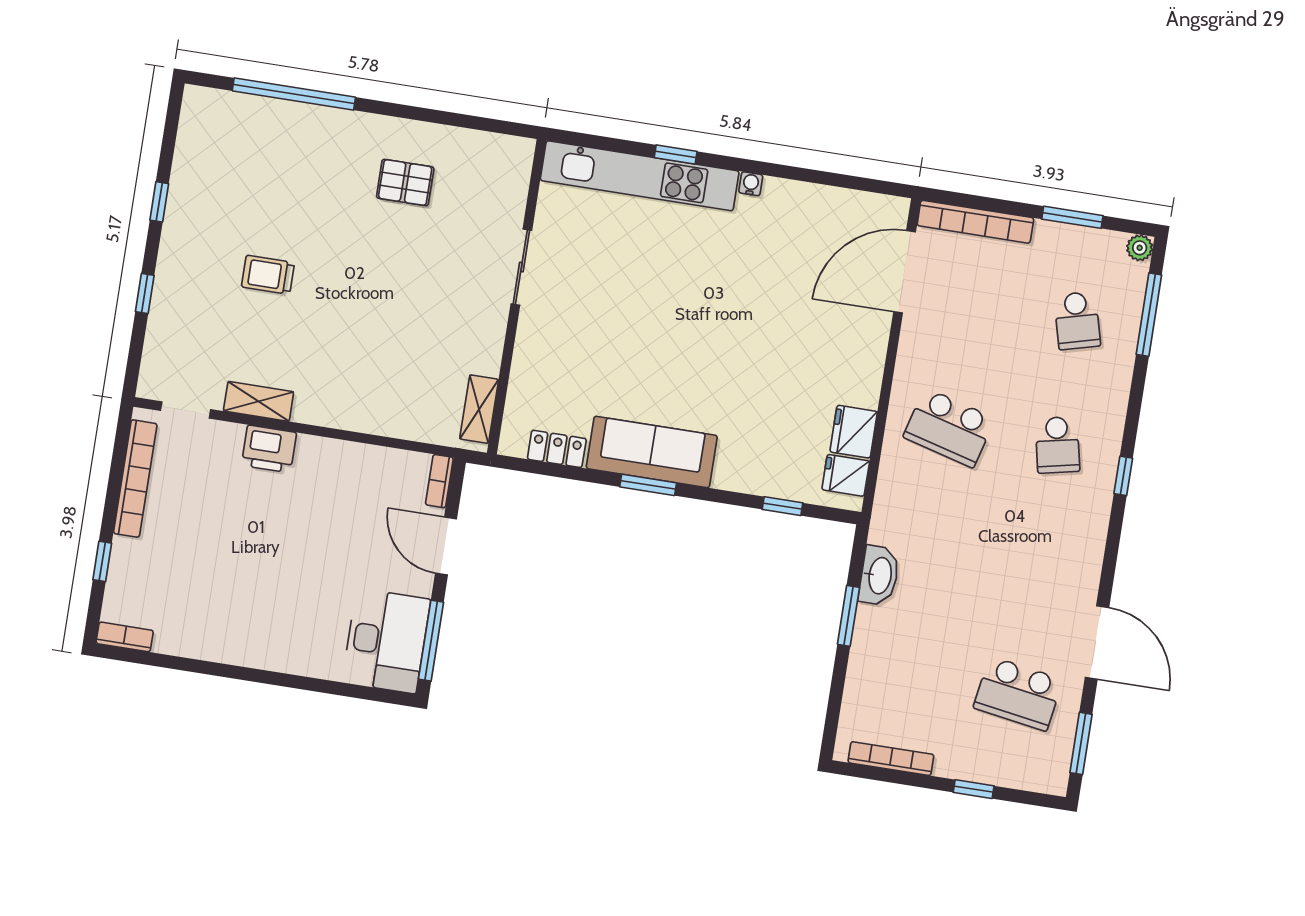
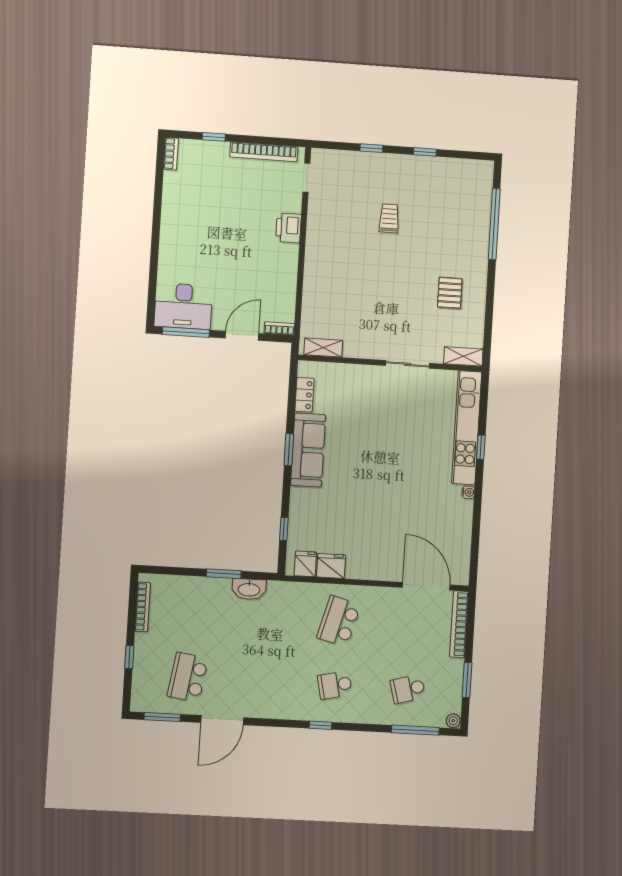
shelving: (259, 401) -> (463, 356), moved, turned 90

